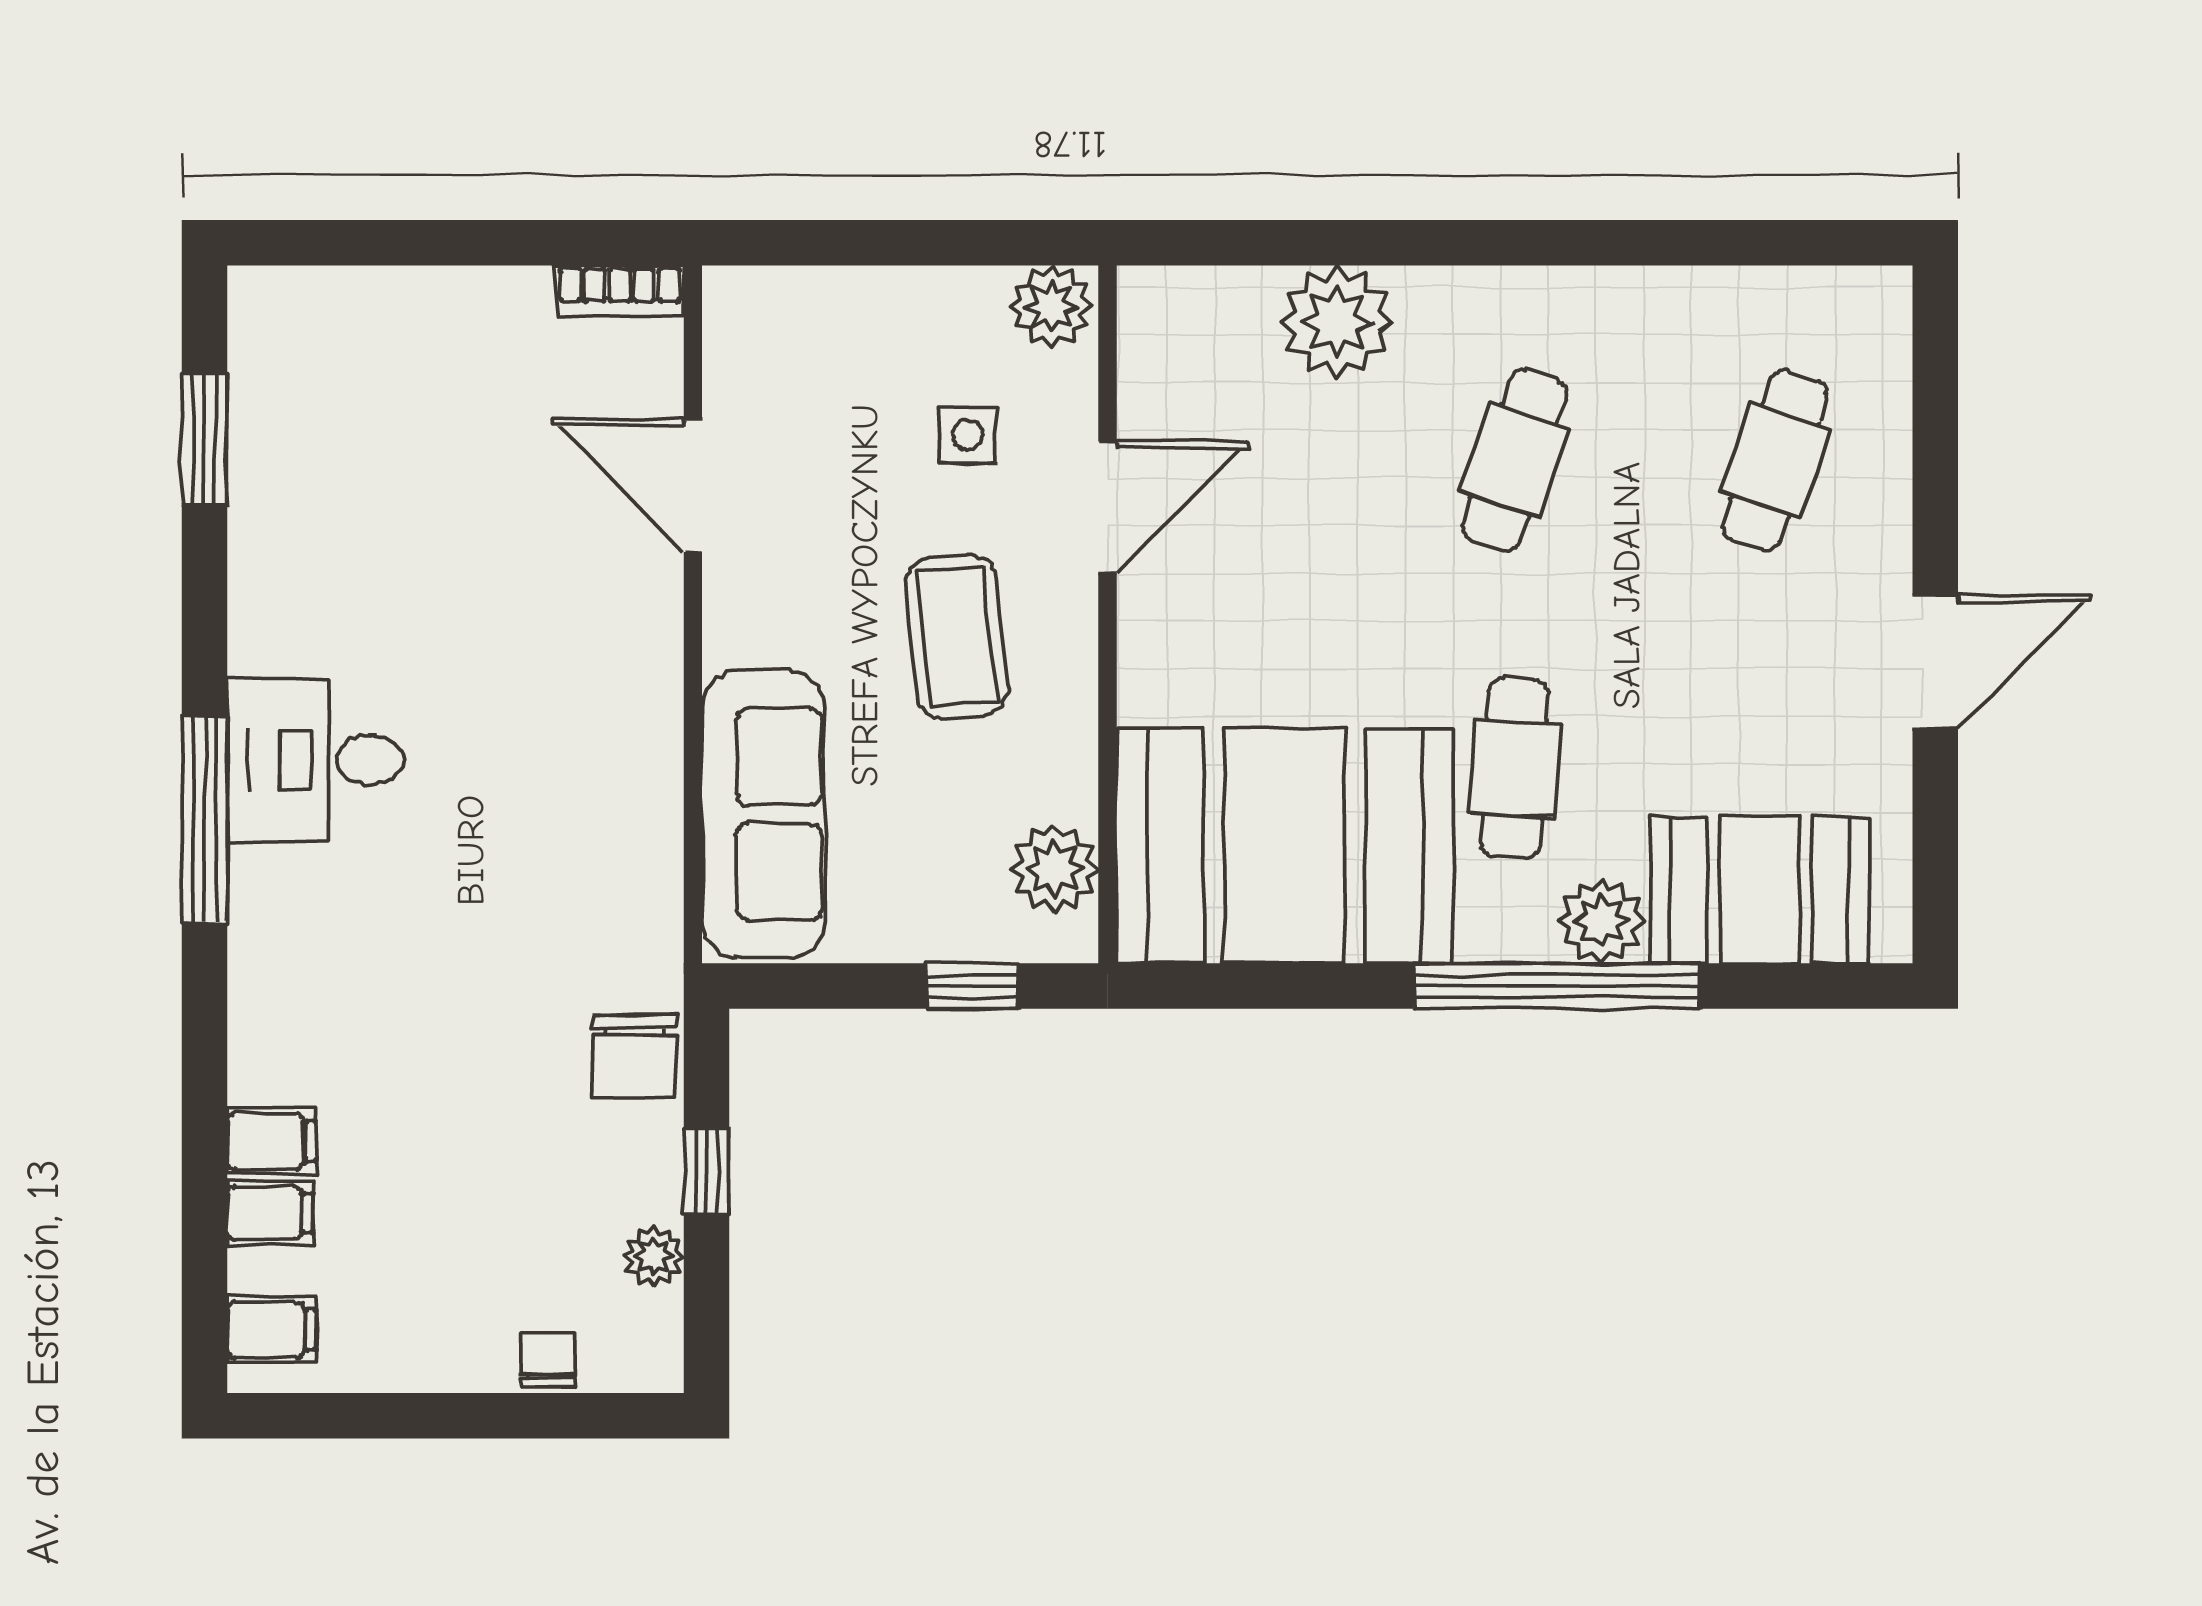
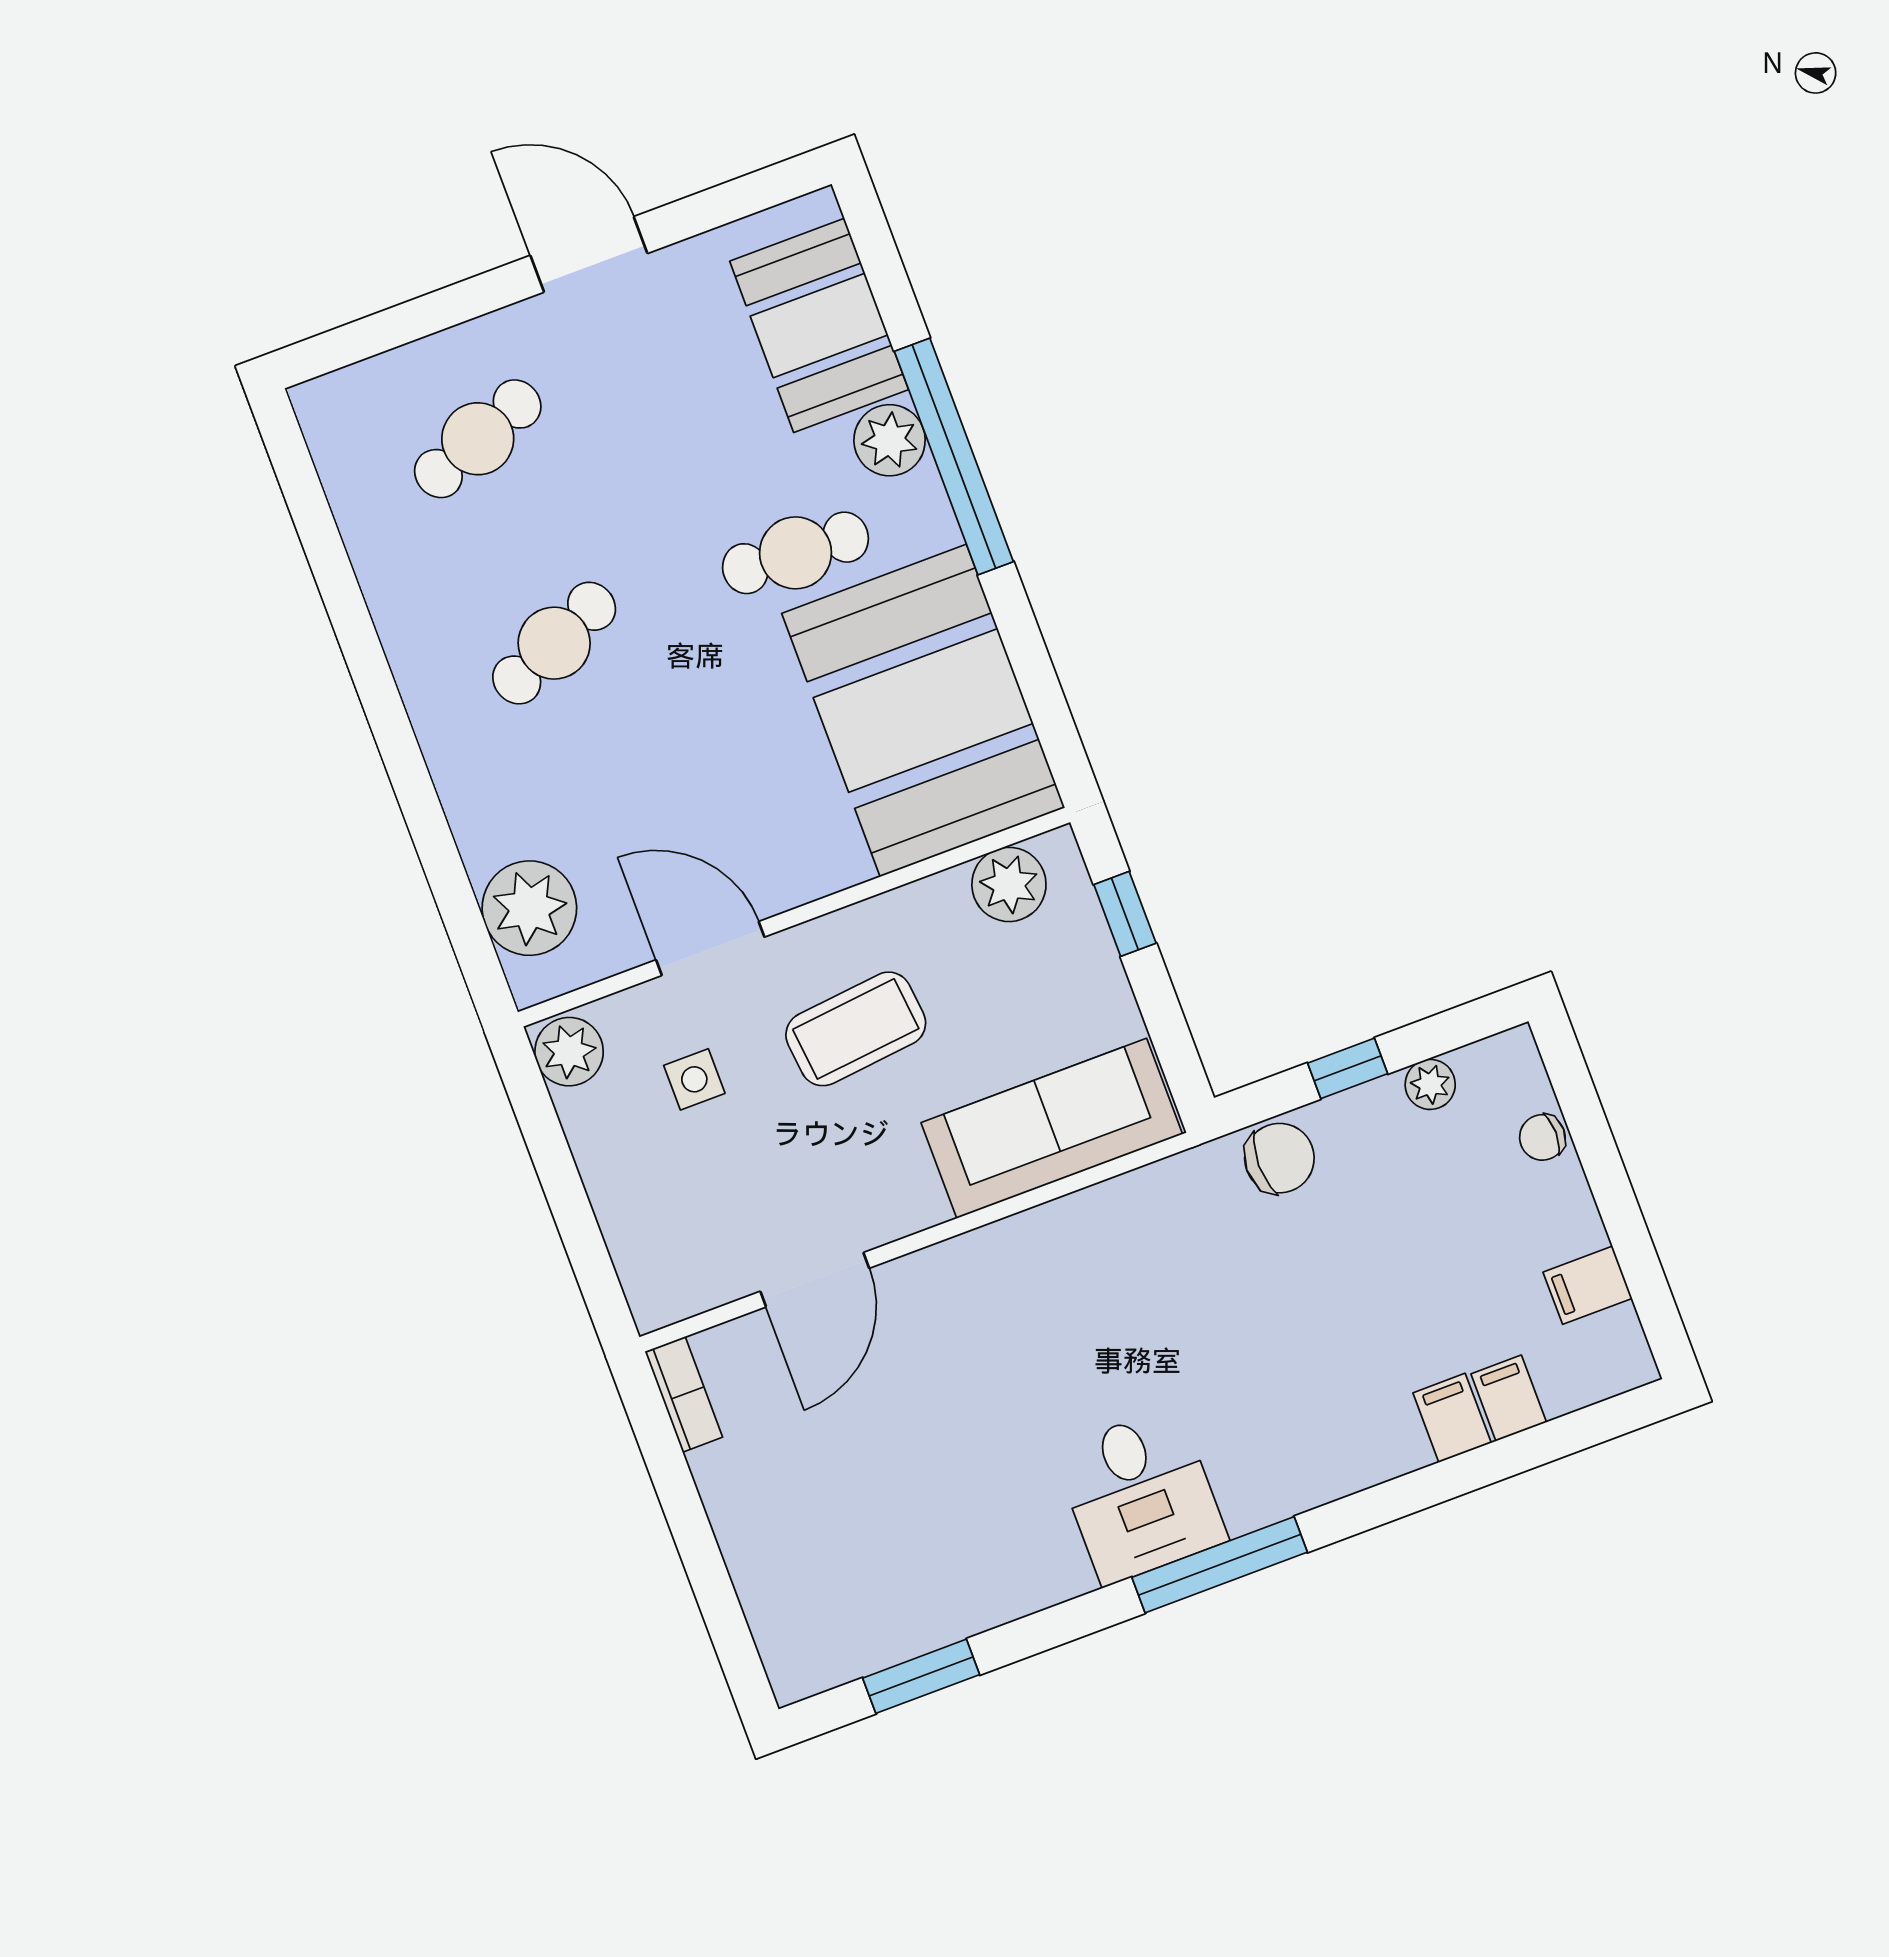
plant: (1337, 322) -> (529, 908), moved
cafe table: (1515, 460) -> (554, 643), turned -42
cafe table: (1775, 460) -> (478, 439), turned -39
filing cabinet: (272, 1330) -> (1588, 1285), moved, turned -90

